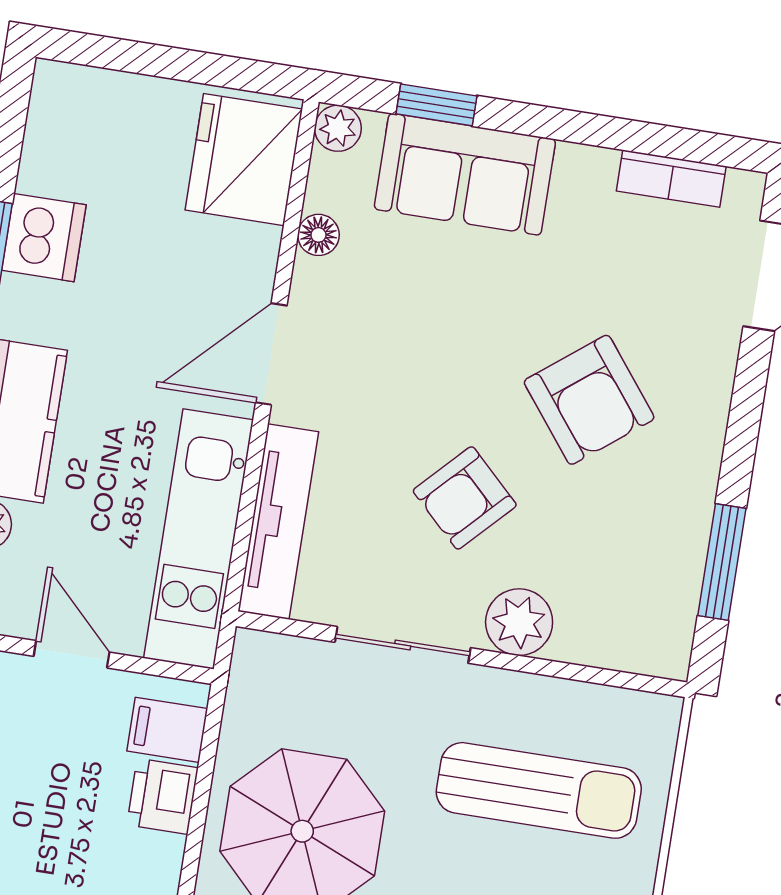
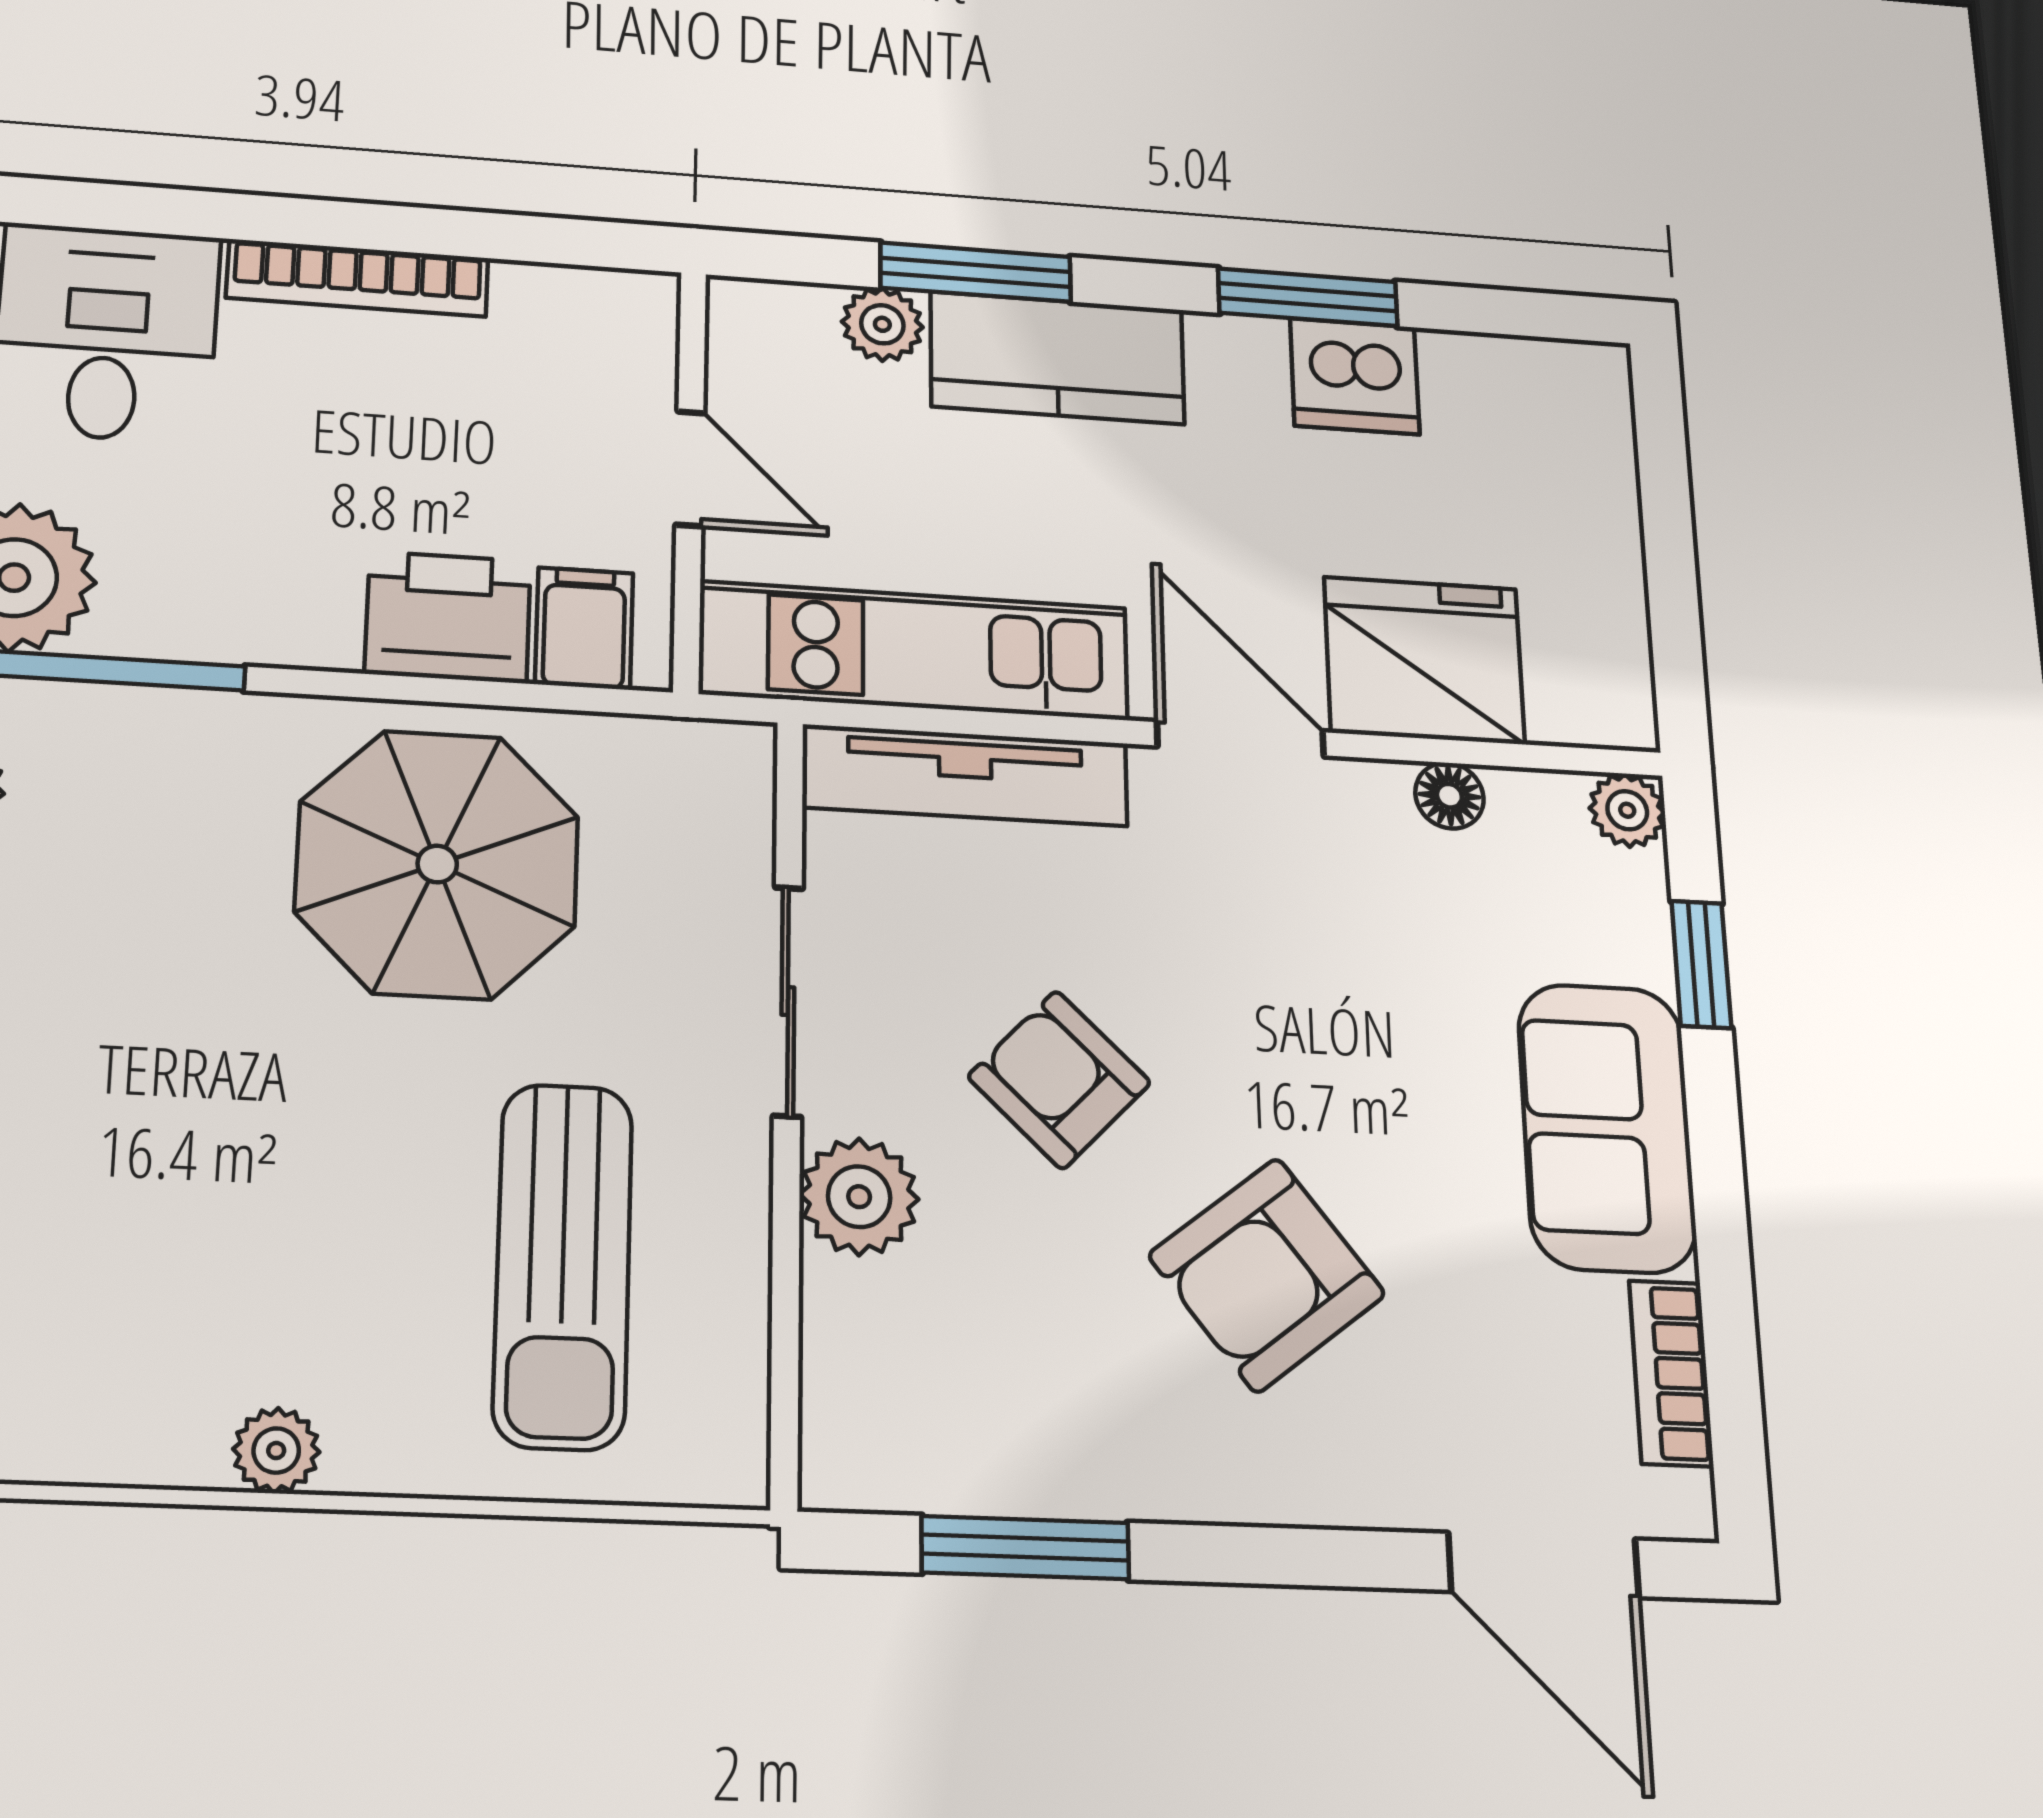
fridge: (244, 160) -> (1424, 660), moved
sofa: (465, 174) -> (1607, 1127), moved
door: (72, 654) -> (690, 469), hinge flipped
printer: (163, 796) -> (448, 617), width x1.36, depth x1.24

